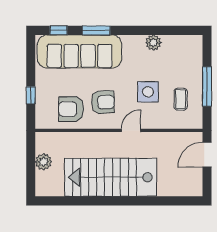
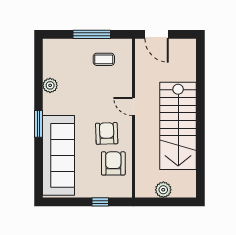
window: (58, 30) -> (38, 175), removed
window: (96, 30) -> (38, 124), moved
side table: (148, 92) -> (97, 90), removed
armchair: (71, 109) -> (113, 163), turned 180

